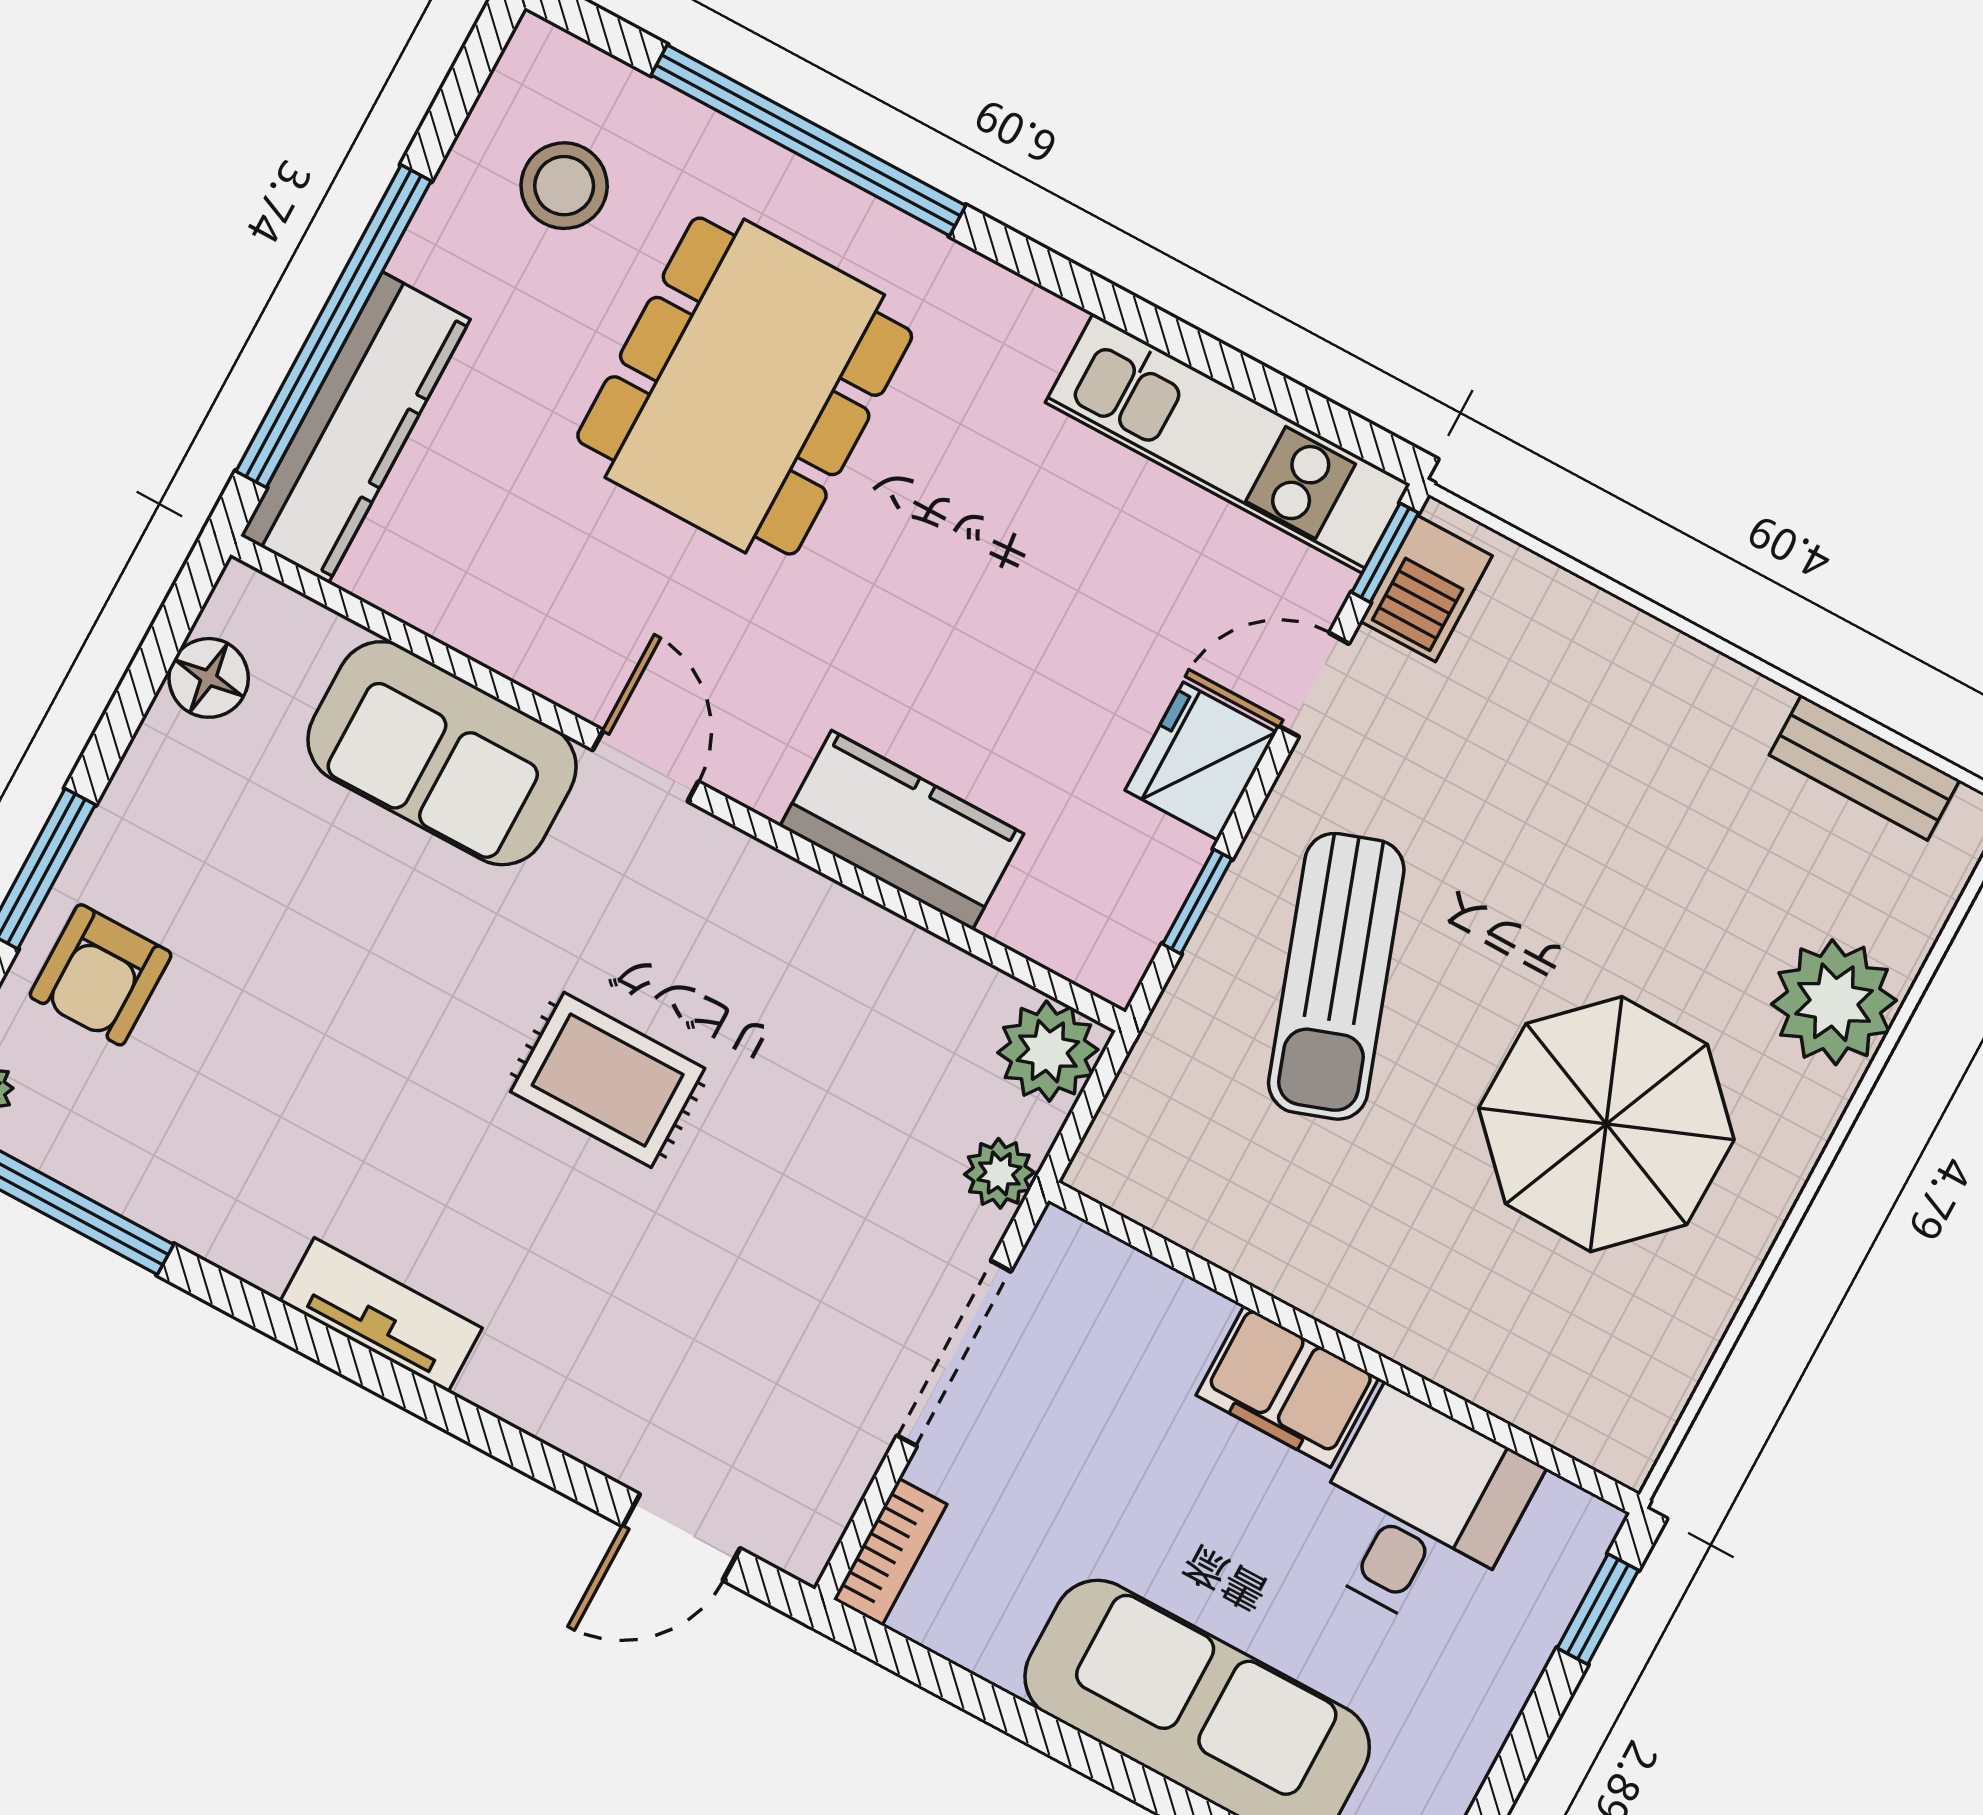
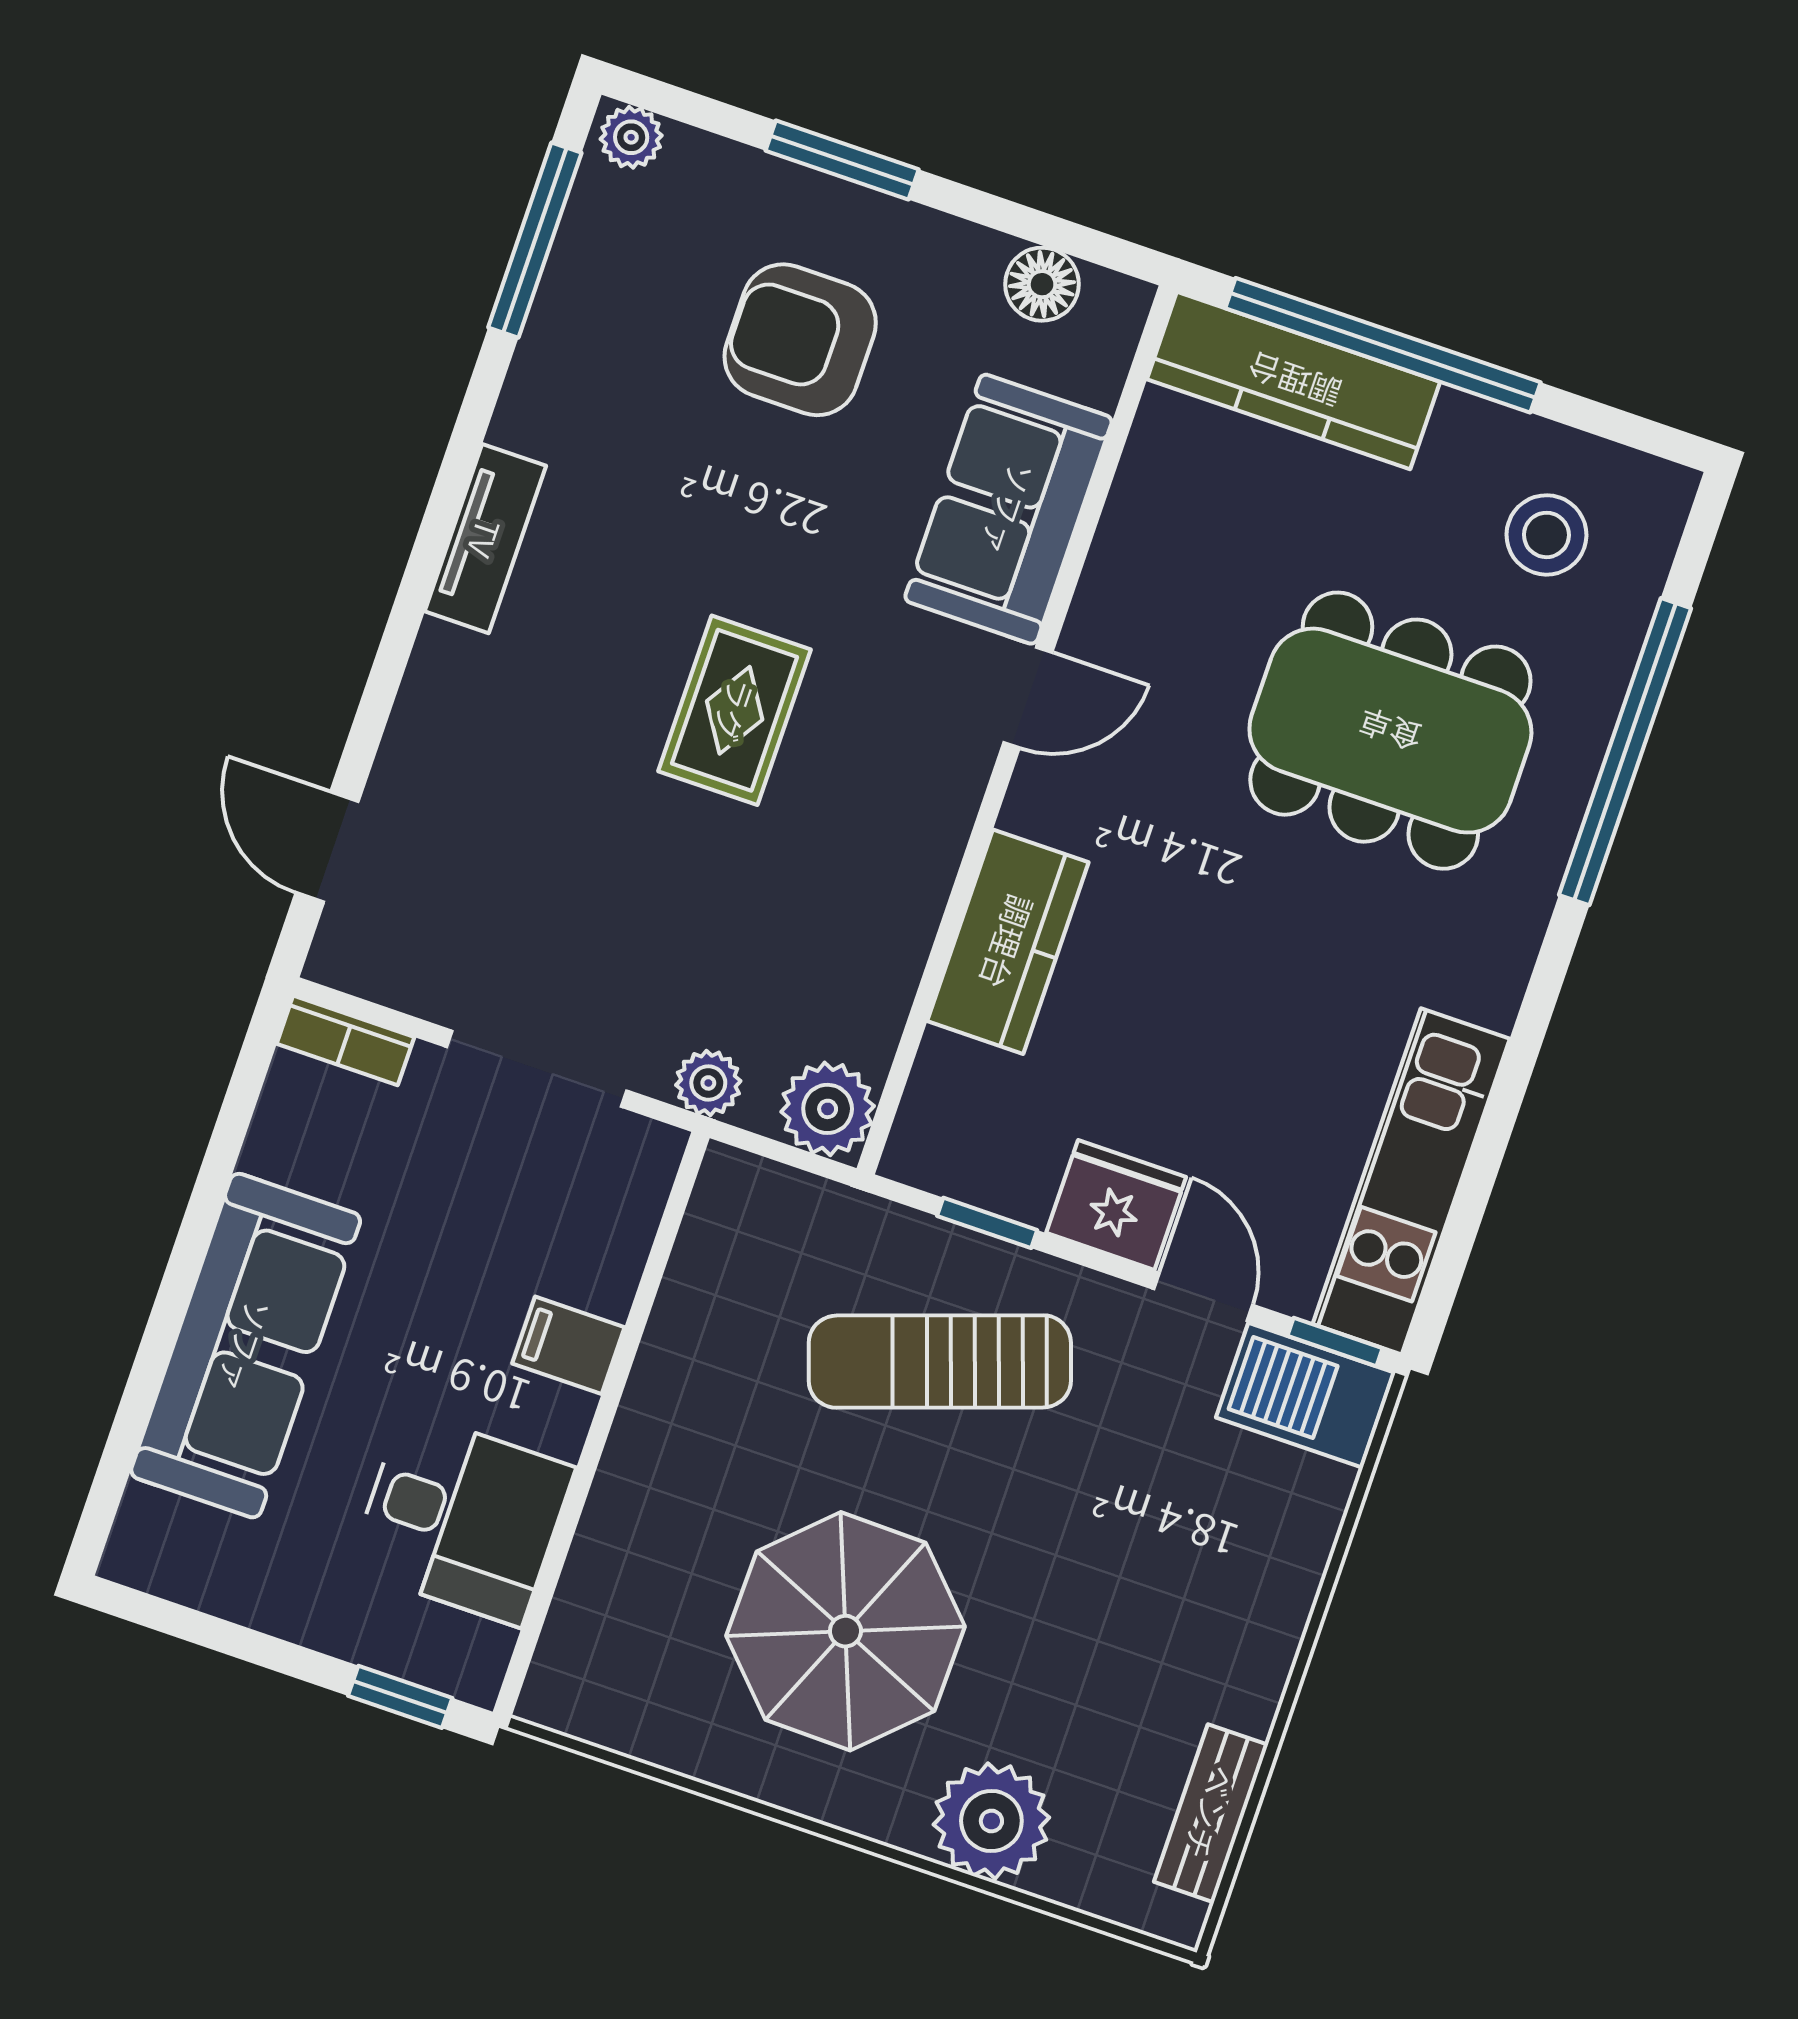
barbecue: (1426, 589) -> (1305, 1395), width x1.38, depth x1.27
armchair: (101, 975) -> (800, 340), moved, width x1.38, depth x1.38
filing cabinet: (1287, 1387) -> (568, 1345), width x0.50

